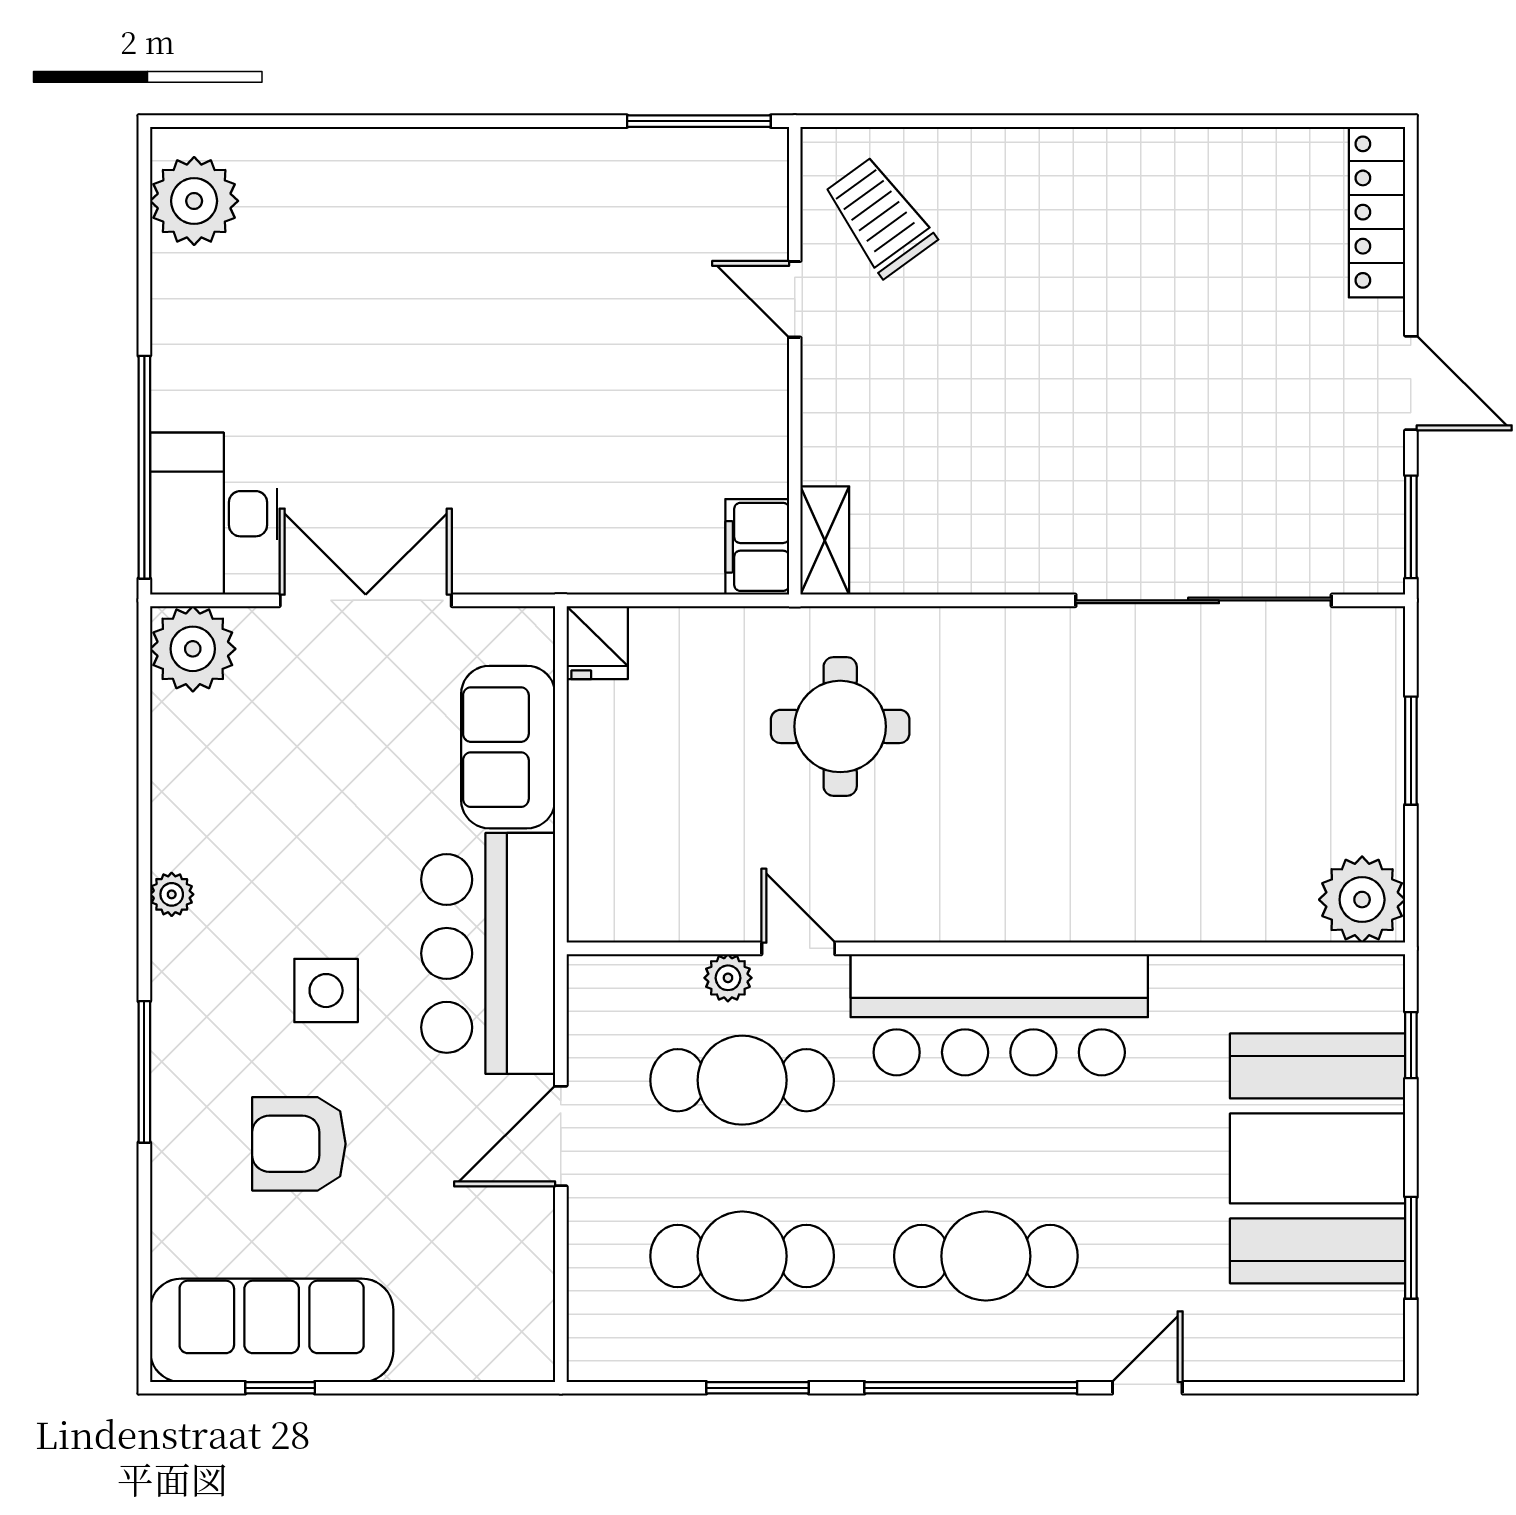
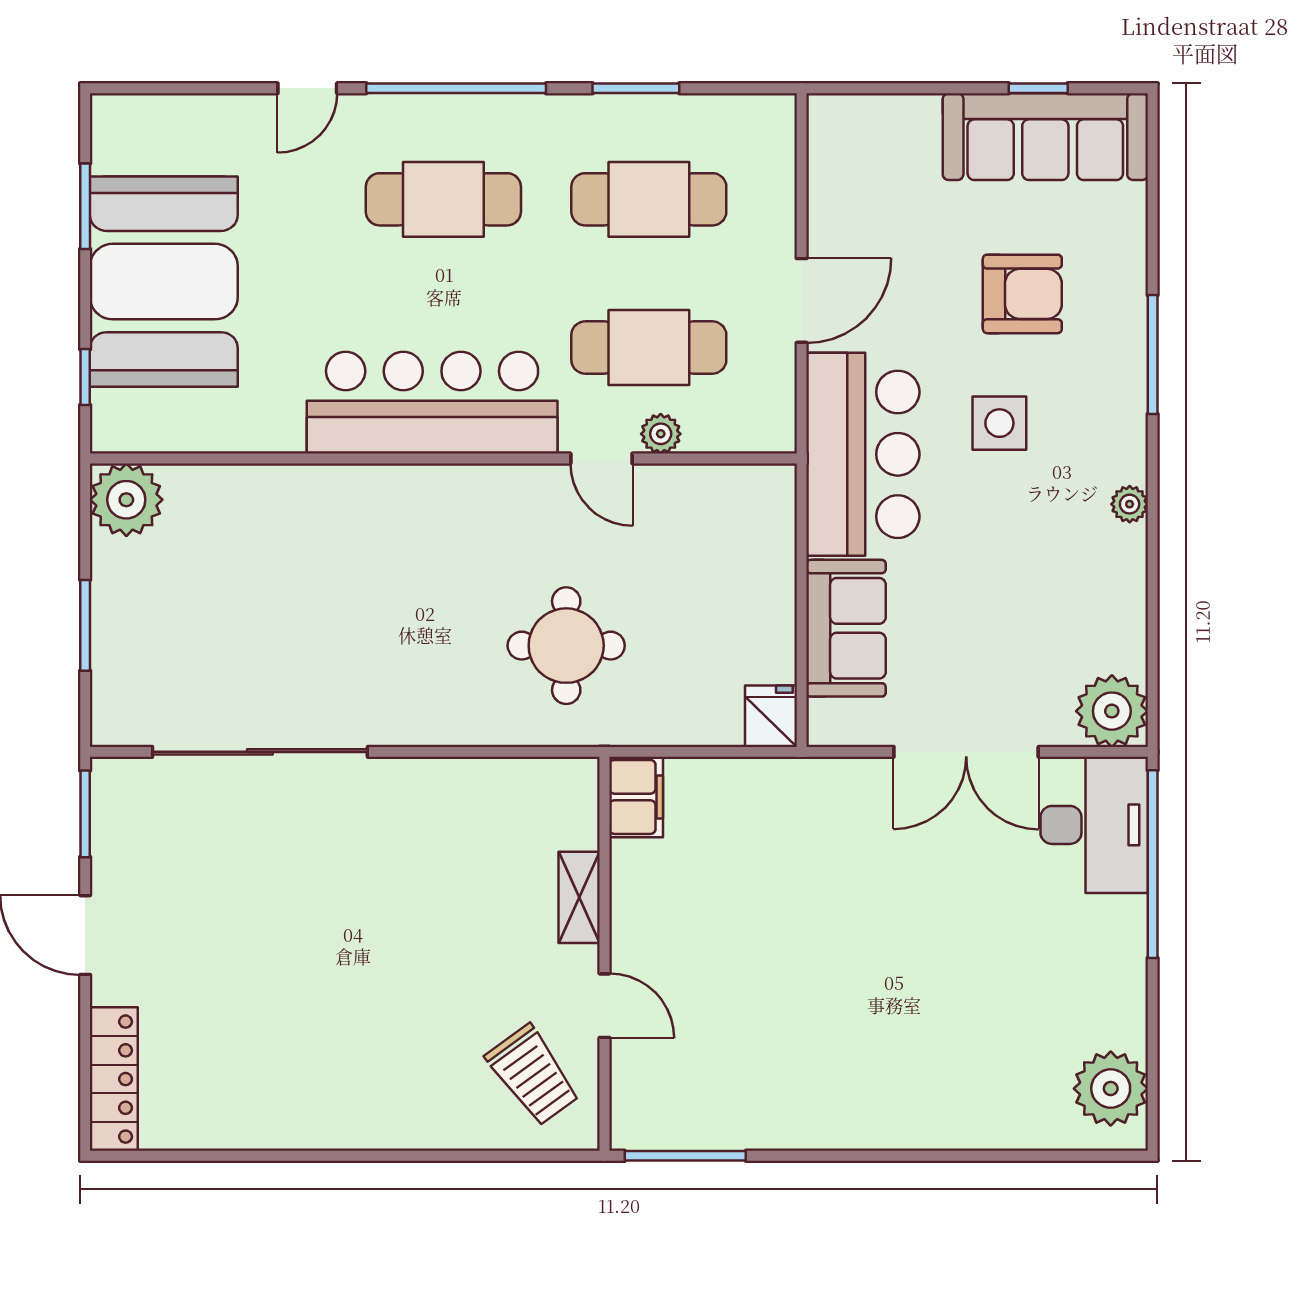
shelving: (825, 540) -> (579, 897), moved

